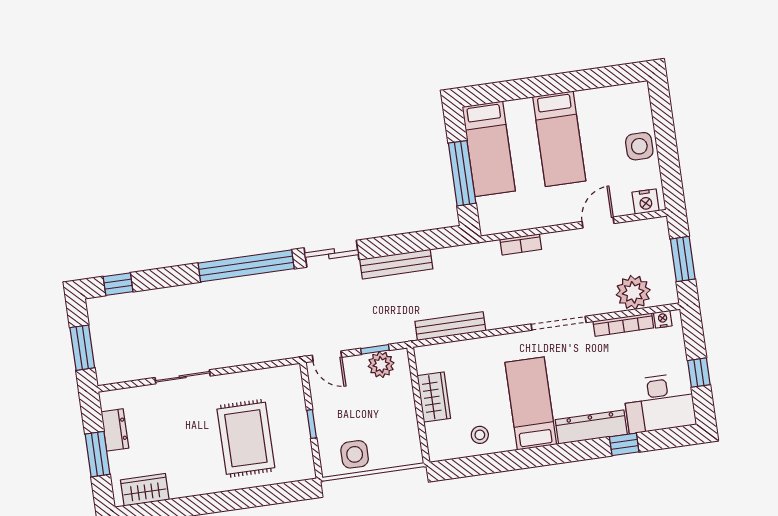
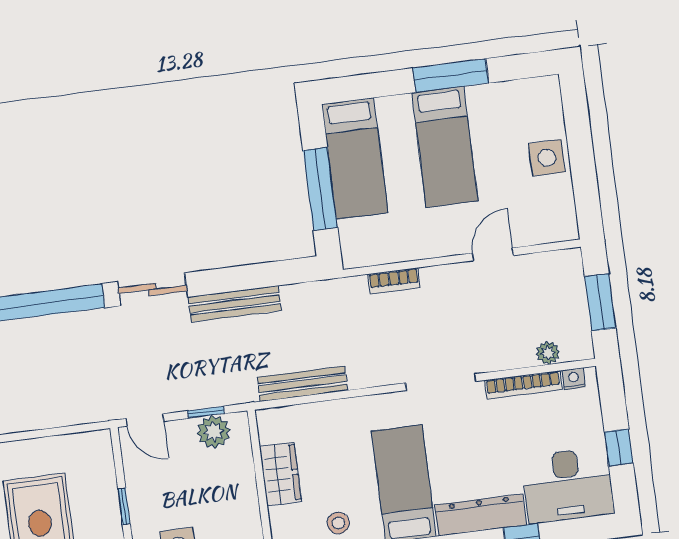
window: (563, 83) -> (451, 75), added
nightstand: (646, 202) -> (554, 228), removed
plant: (633, 292) -> (548, 353), width x0.53, depth x0.53

